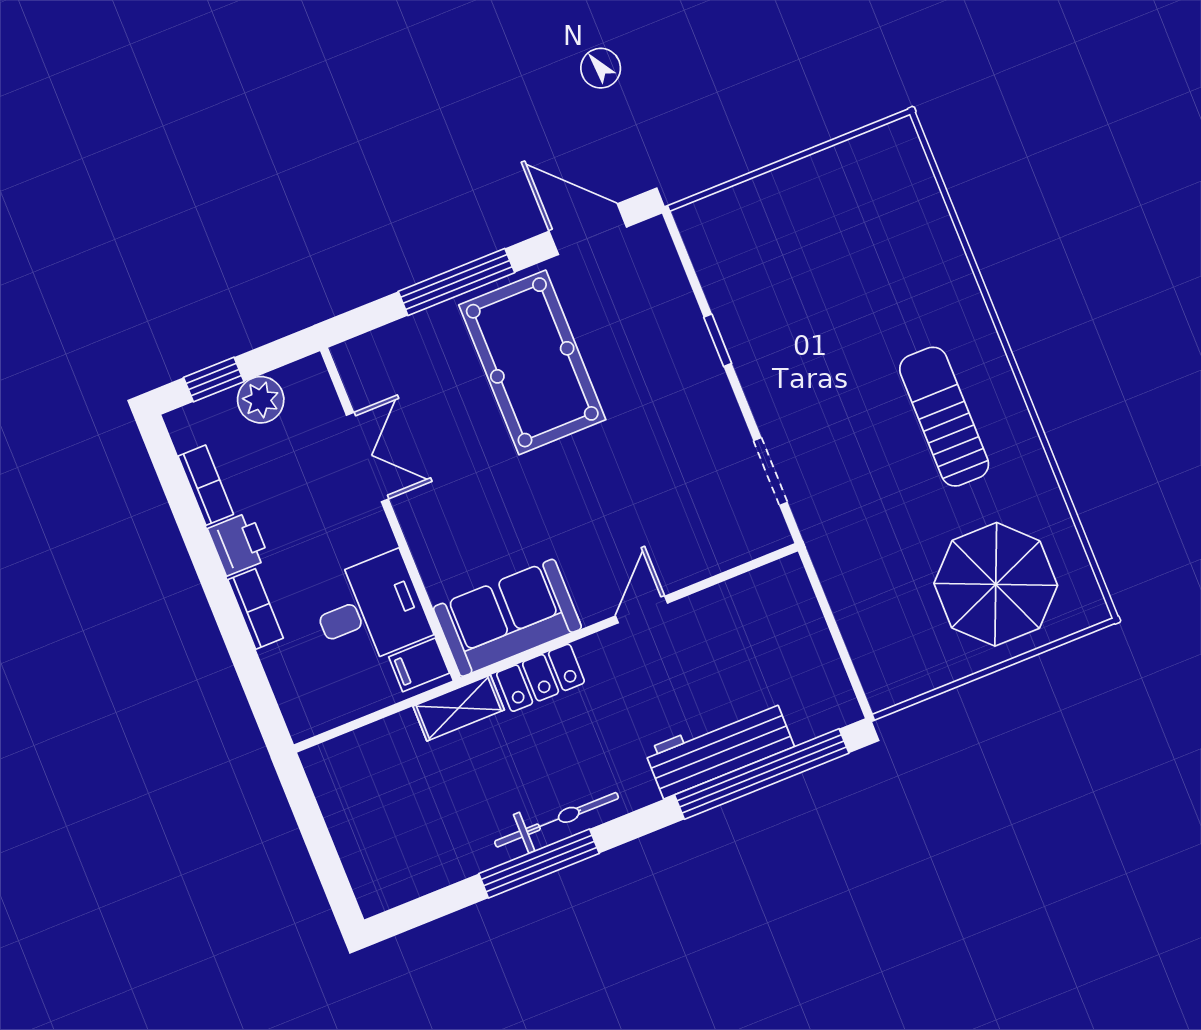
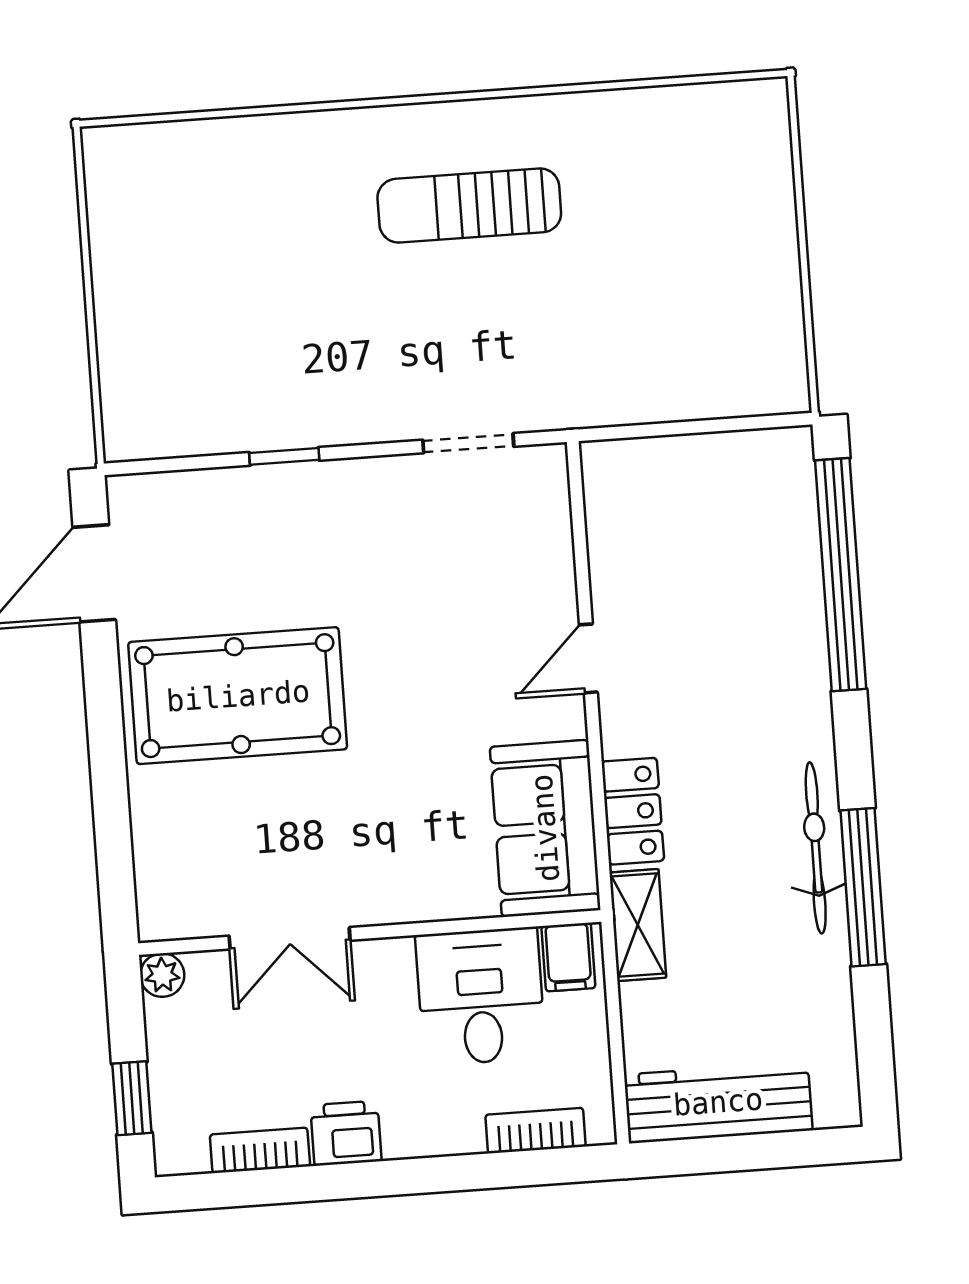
window: (456, 282) -> (107, 758), removed
plant: (261, 400) -> (162, 975), moved, width x0.73, depth x0.73
double door: (367, 457) -> (290, 938), swing flipped
parasol: (996, 584) -> (698, 208), removed
bookcase: (255, 609) -> (536, 1131), moved
door: (642, 610) -> (588, 658), hinge flipped
workbench: (719, 748) -> (718, 1102), moved, turned 90

